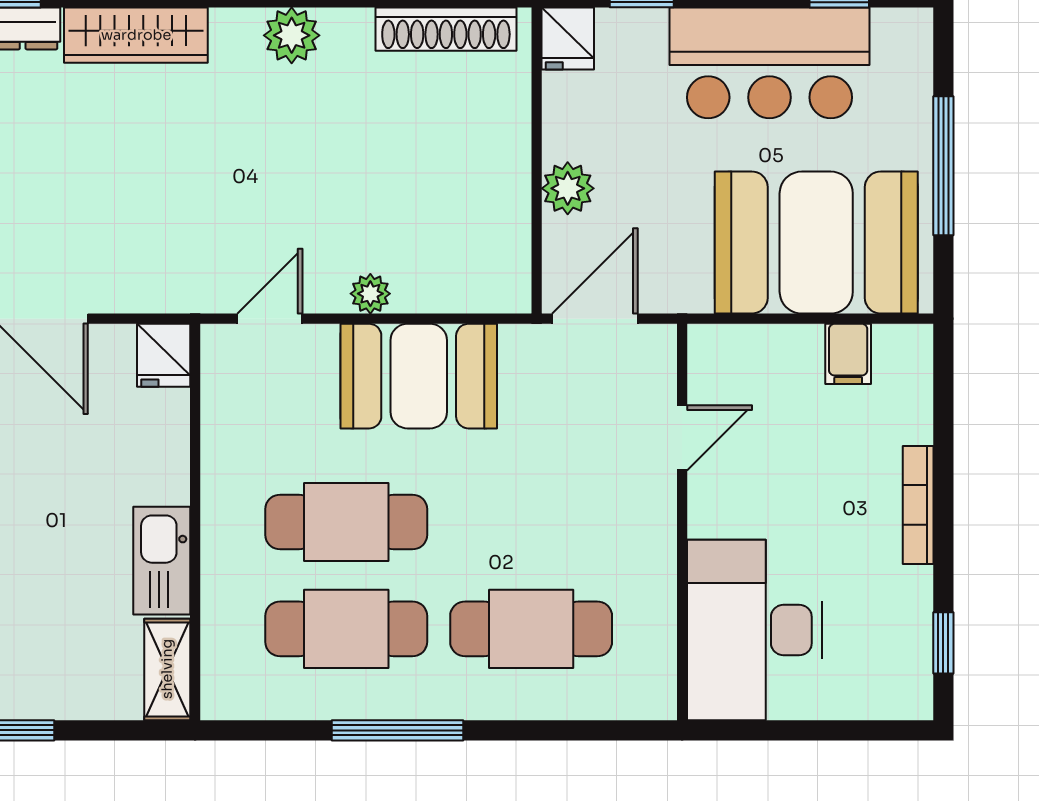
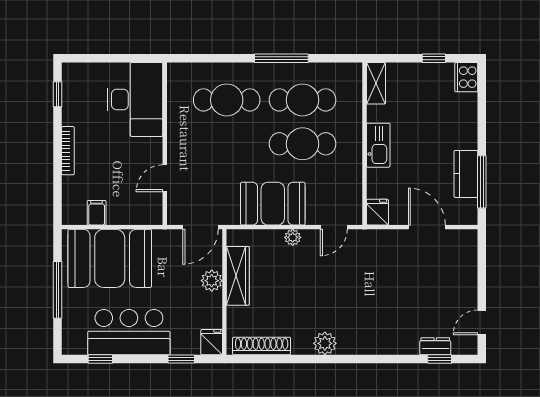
wardrobe: (136, 35) -> (238, 276), moved, turned 90
kitchen sink: (162, 561) -> (378, 145), moved

